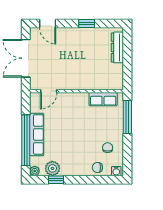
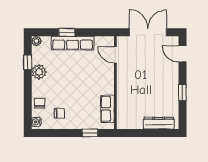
door: (48, 23) -> (182, 54), hinge flipped
window: (127, 117) -> (90, 133), width x0.46
window: (26, 140) -> (67, 32), width x0.32
plant: (52, 168) -> (39, 72), moved

